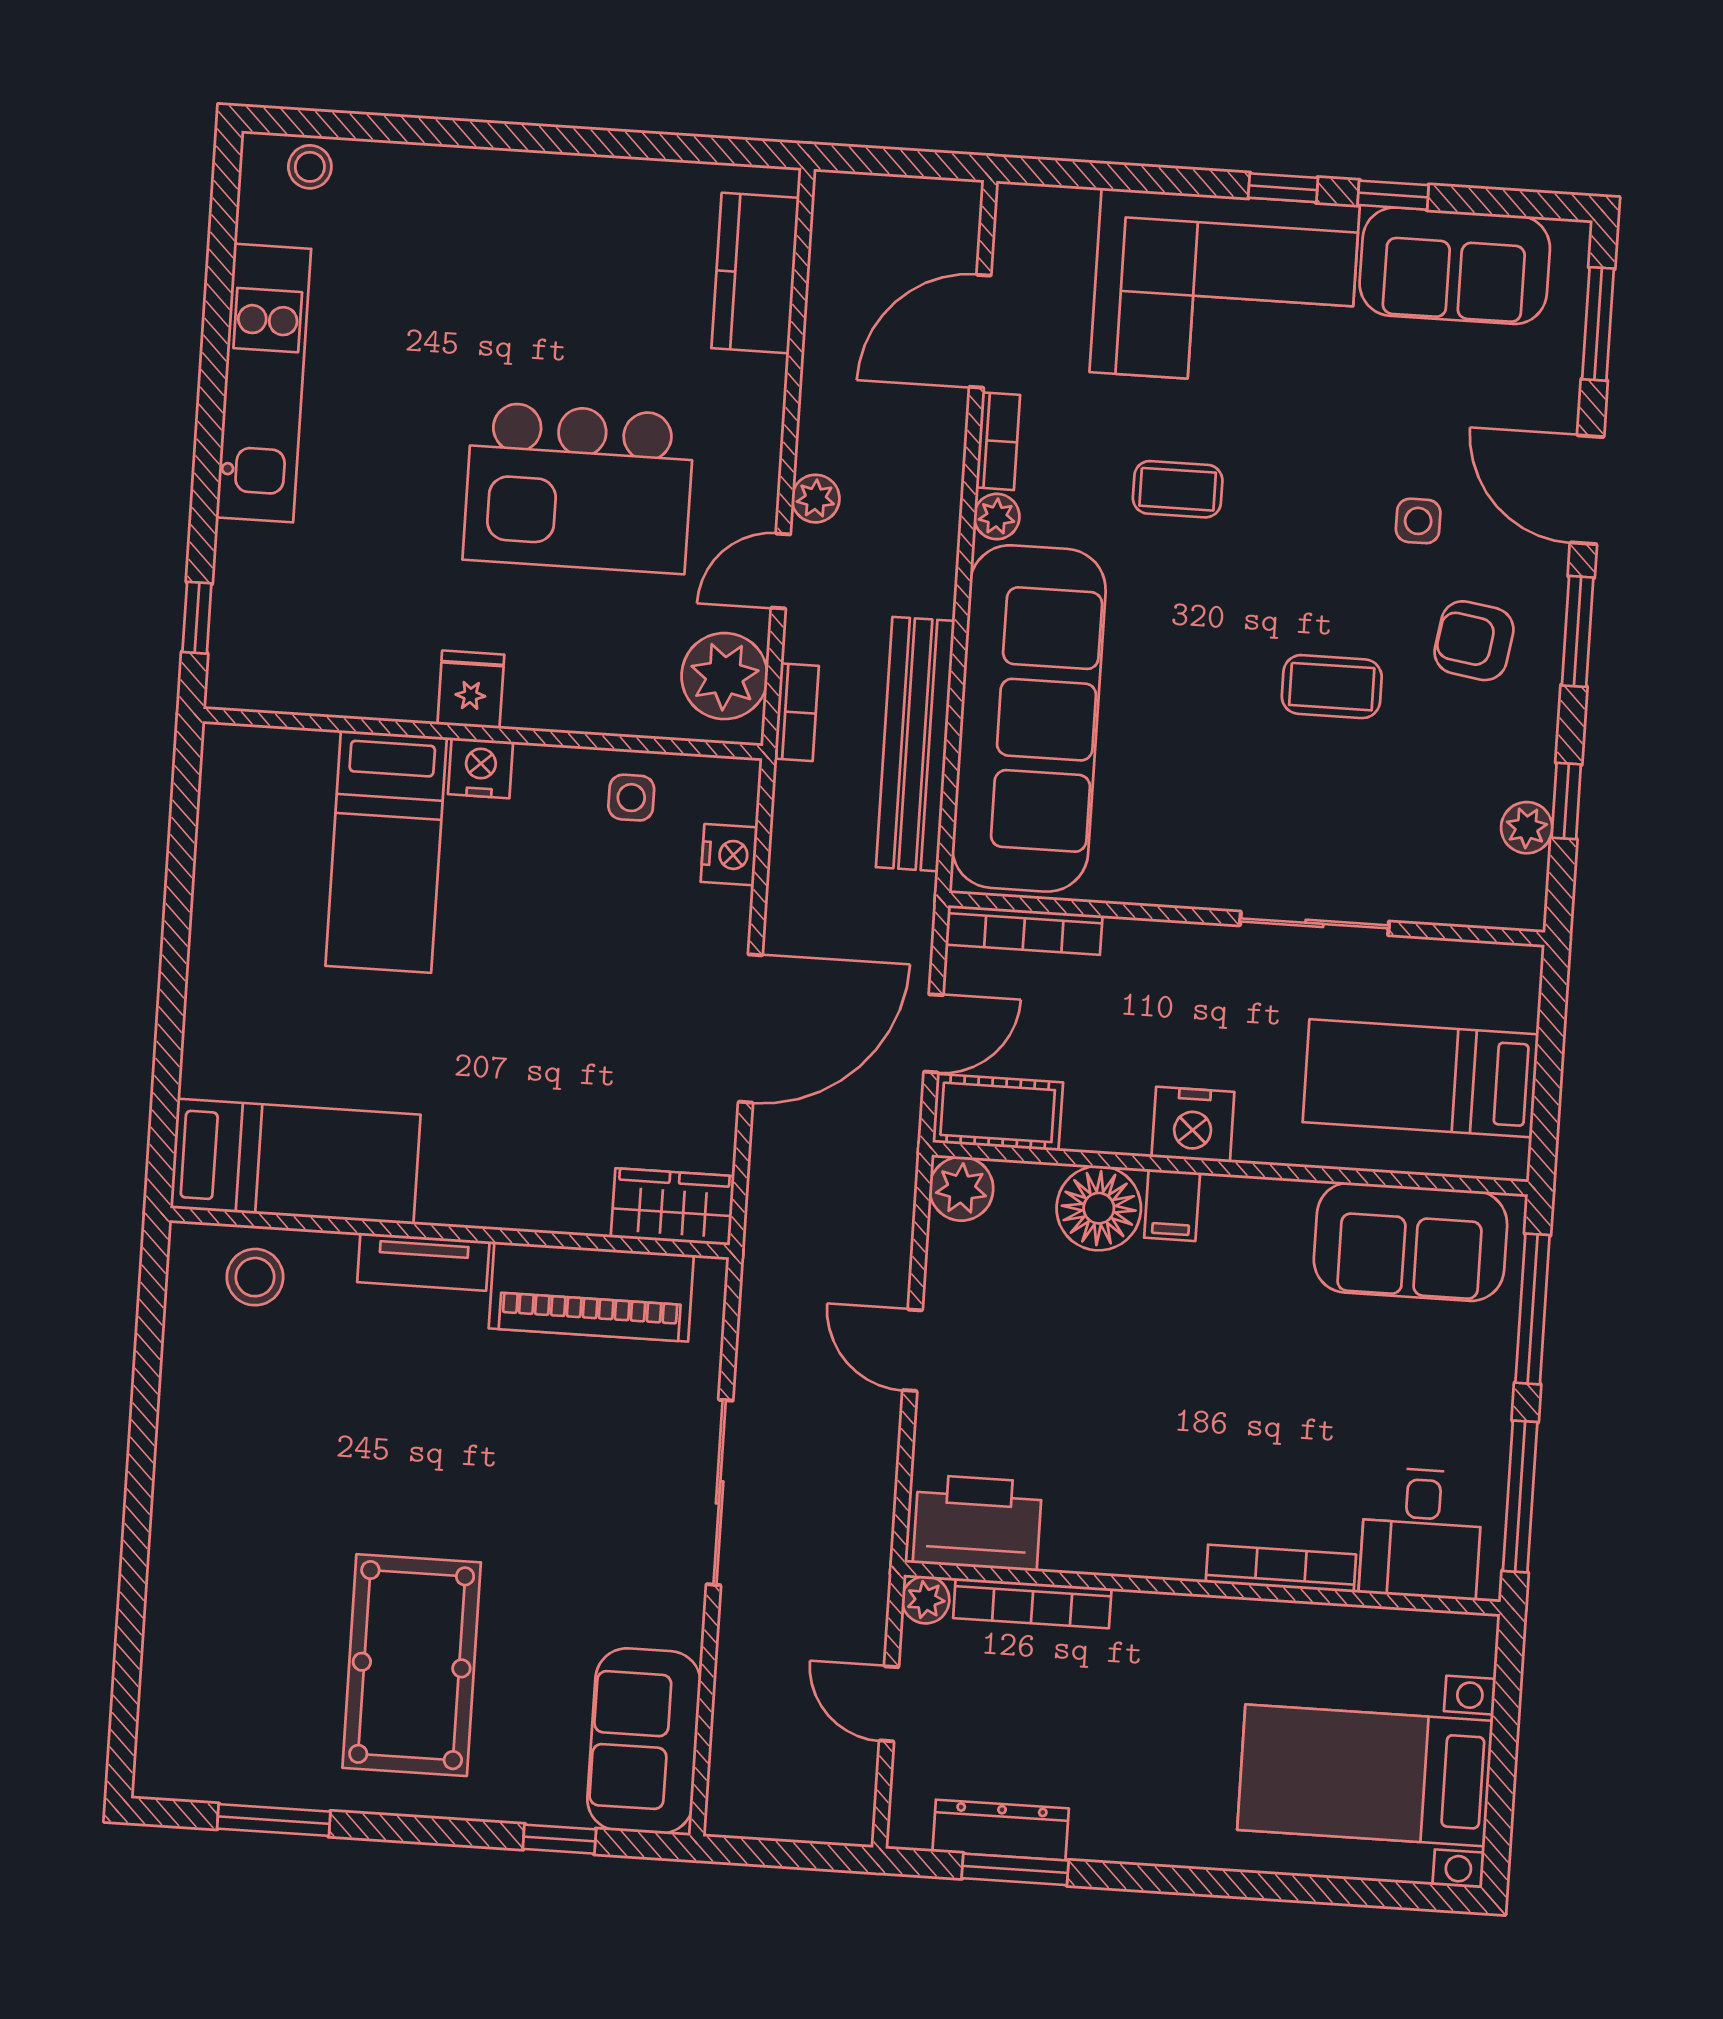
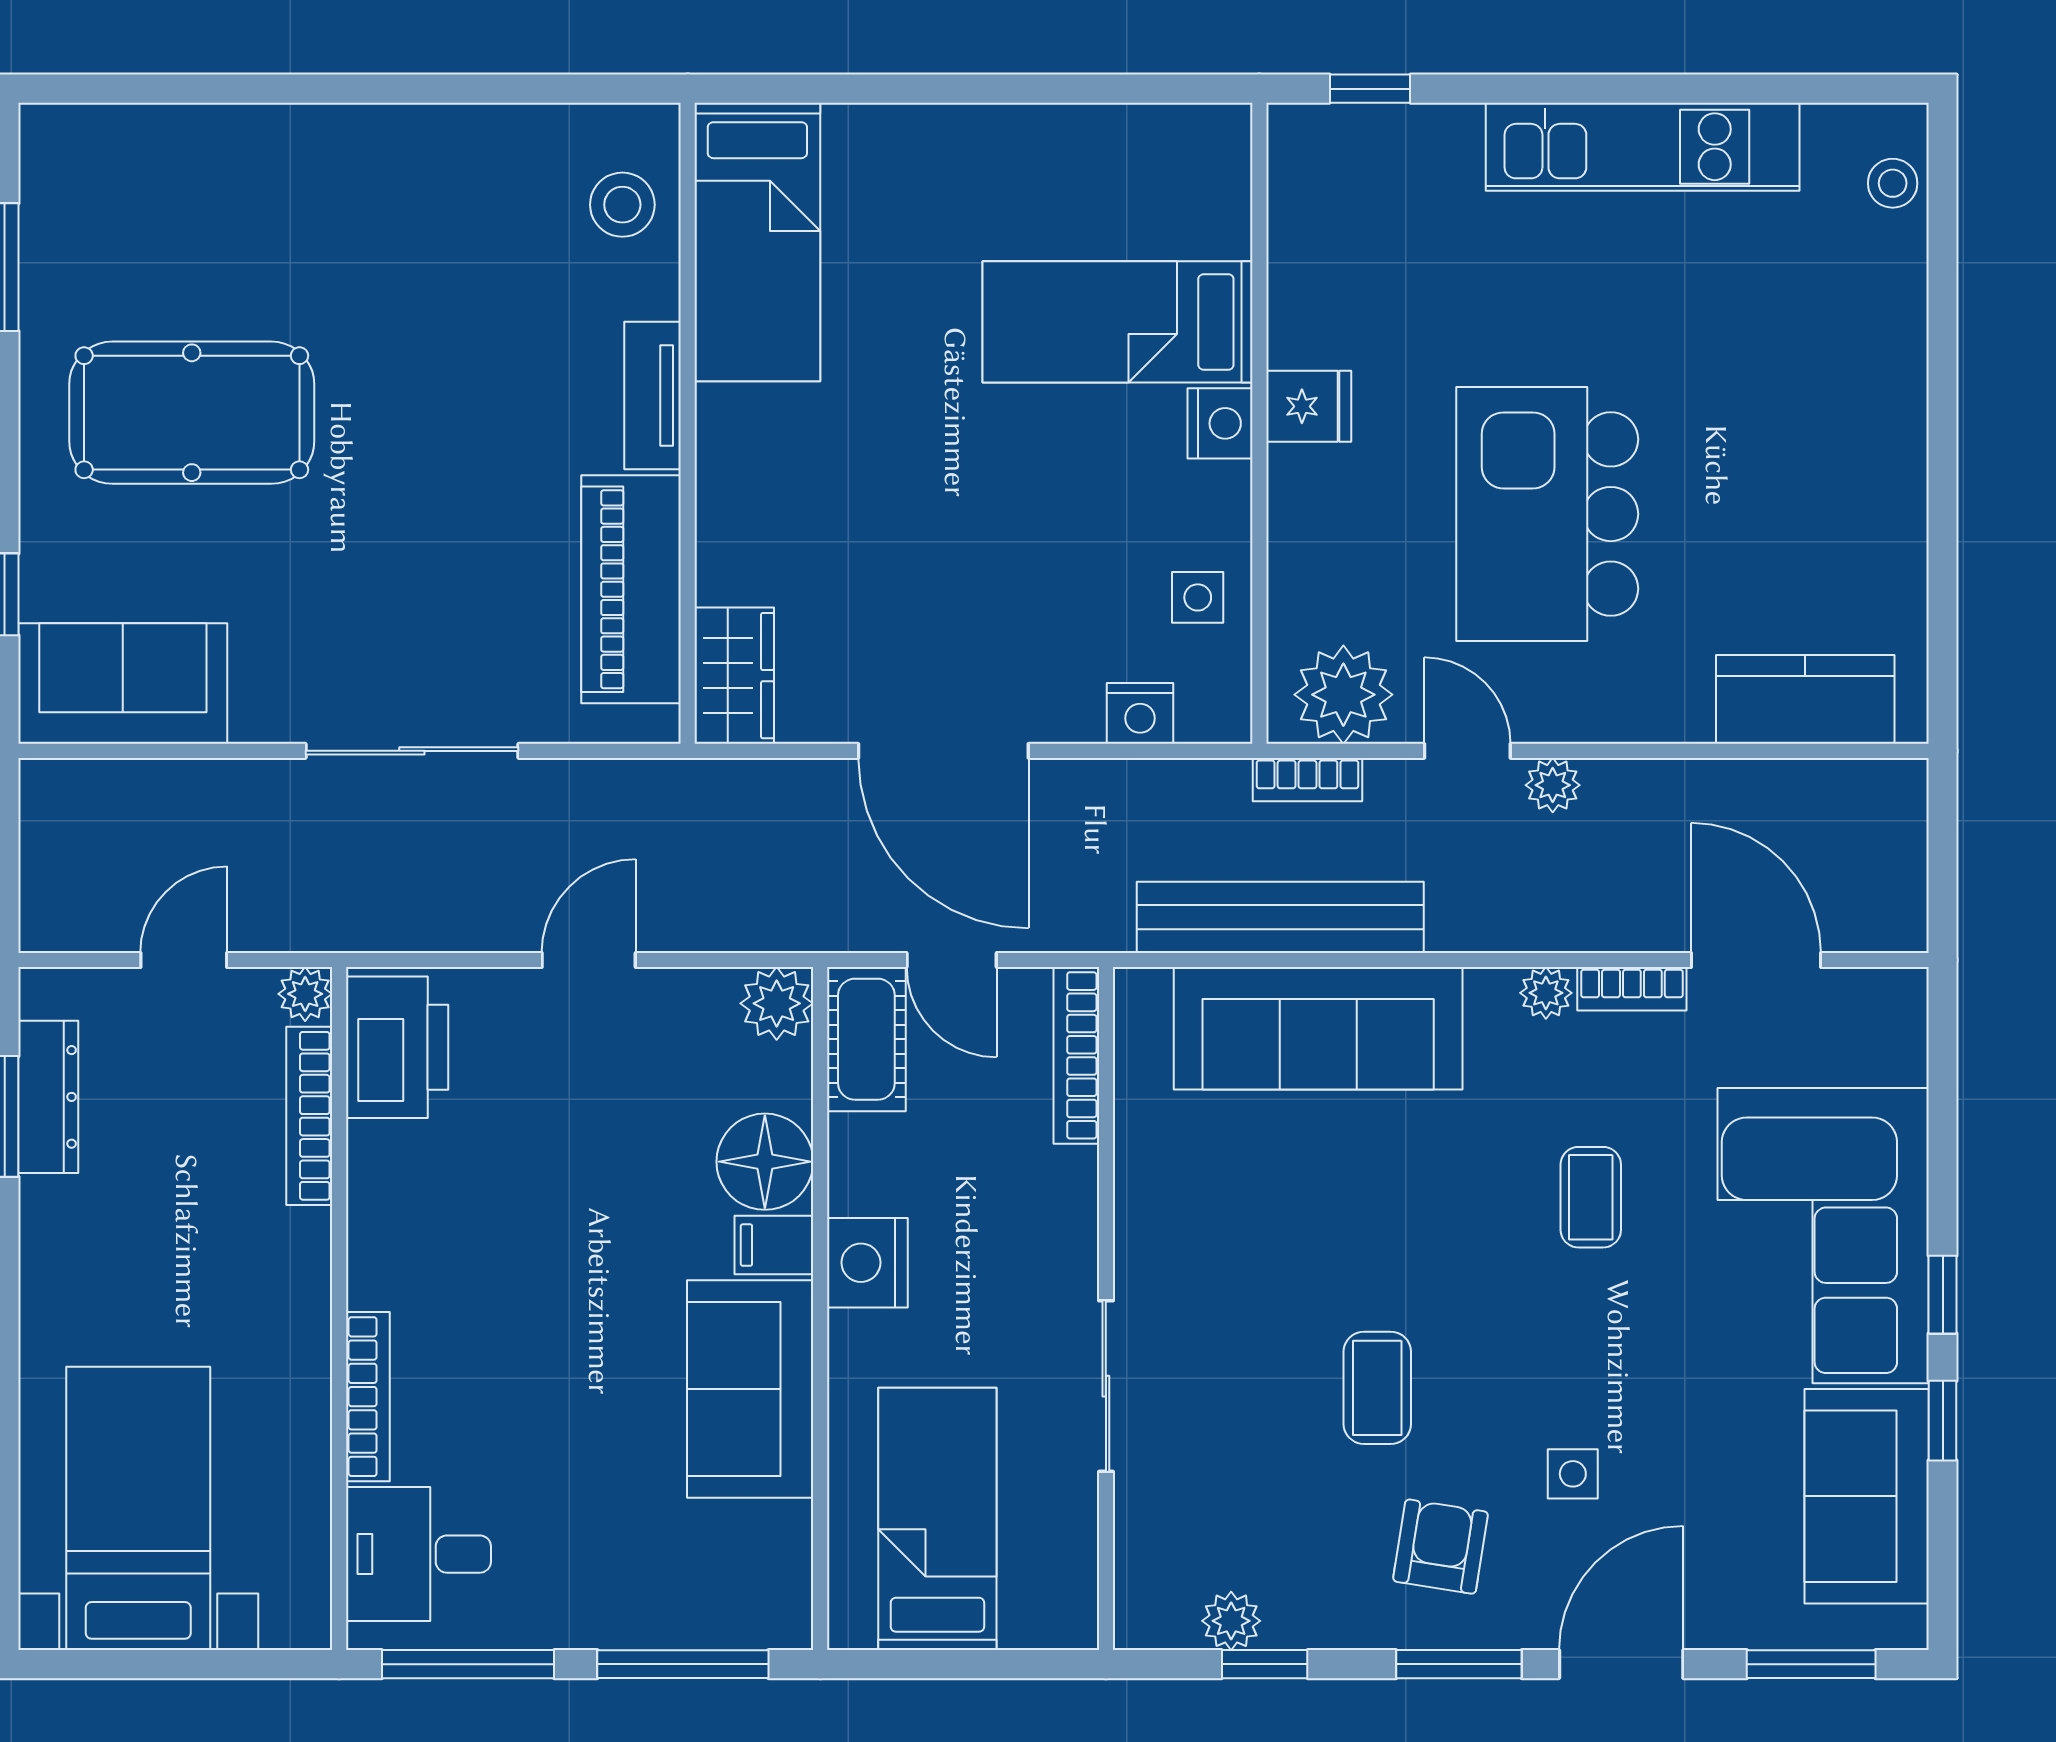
sofa: (1029, 718) -> (1318, 1028), width x0.74, depth x0.79
sofa: (1410, 1242) -> (750, 1389), moved

